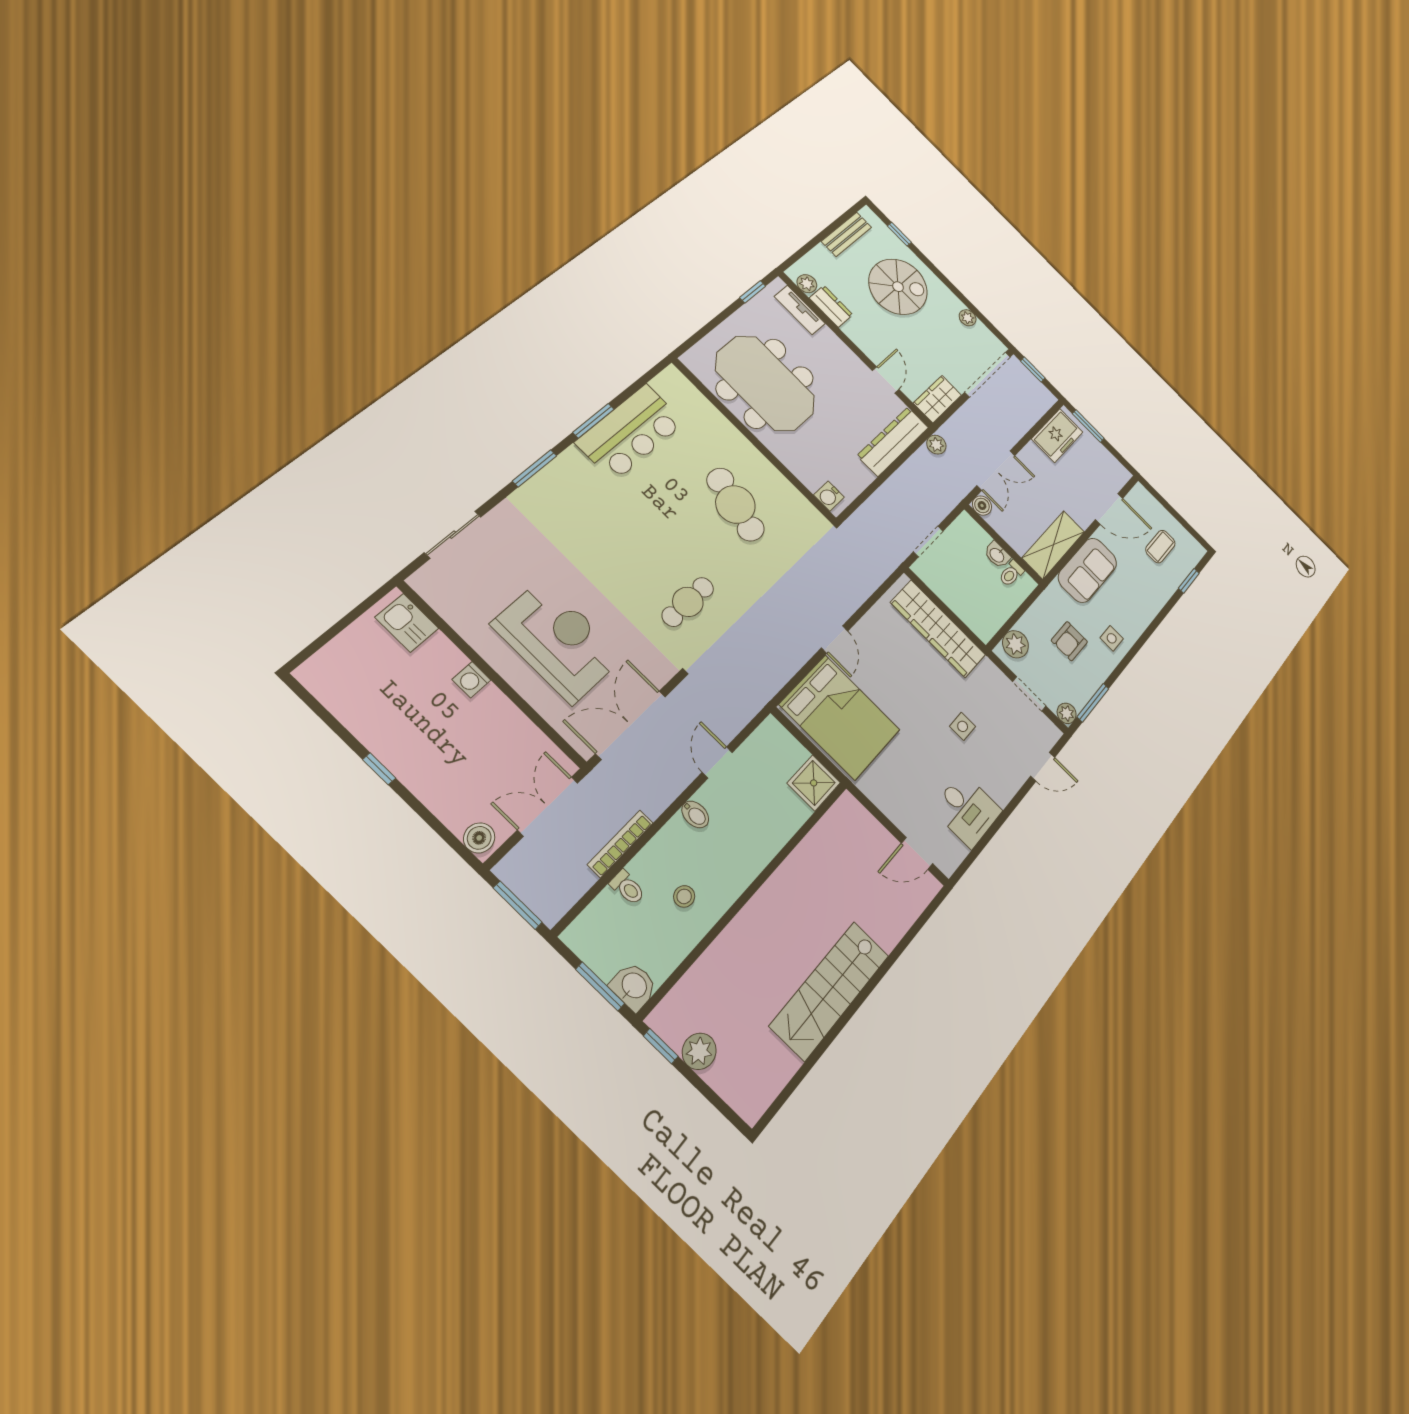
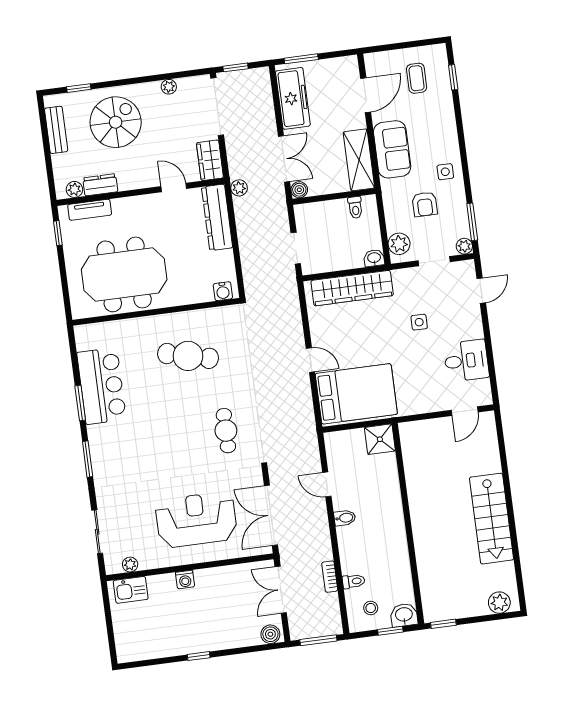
freezer: (1057, 436) -> (293, 98), width x1.40
washbasin: (997, 555) -> (374, 258), moved, turned 180
plant: (440, 600) -> (130, 565), added
bookcase: (620, 844) -> (330, 577), width x0.64
stool: (684, 896) -> (371, 608), moved
window: (600, 986) -> (390, 631), width x0.67
plant: (699, 1051) -> (499, 603), moved

